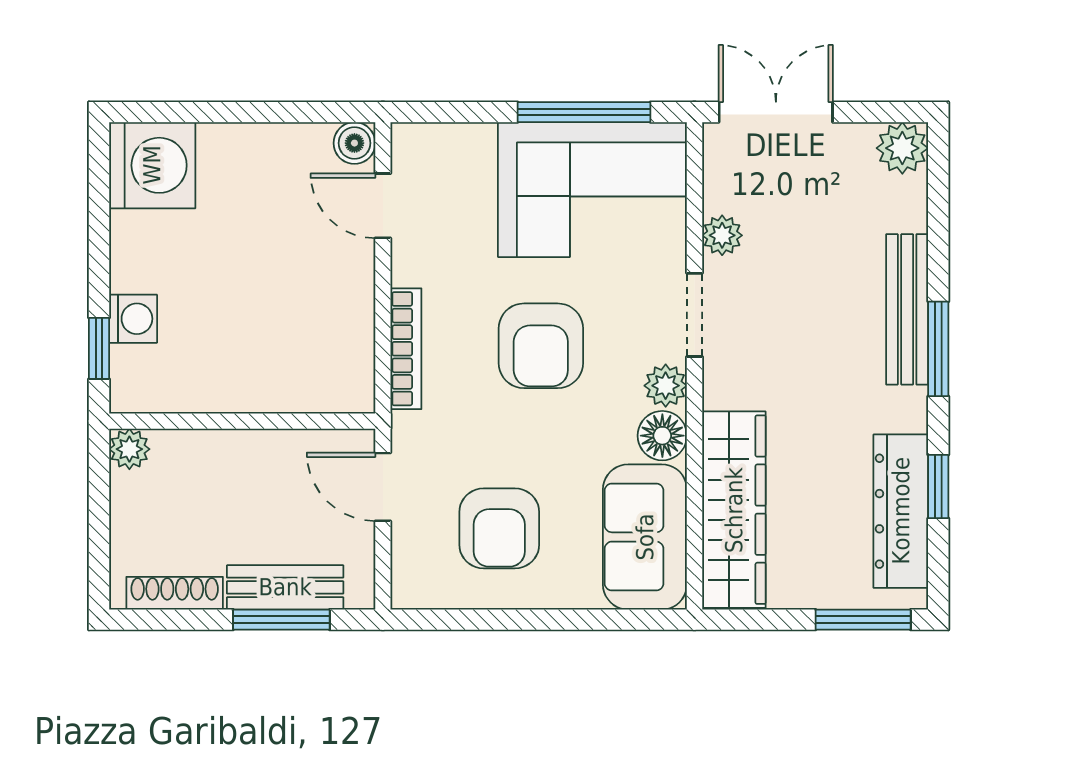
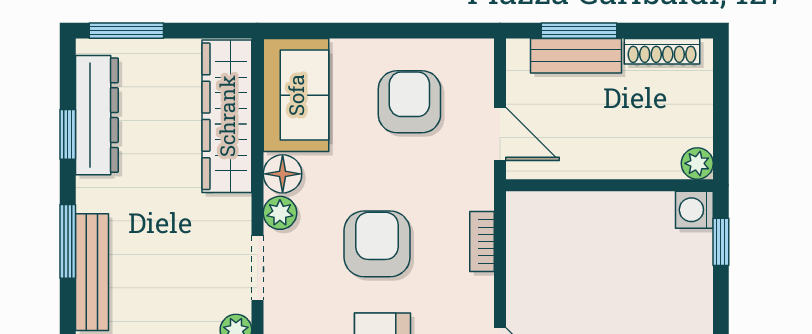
washing machine: (133, 319) -> (694, 210), moved
bookcase: (406, 349) -> (482, 242), width x0.64

